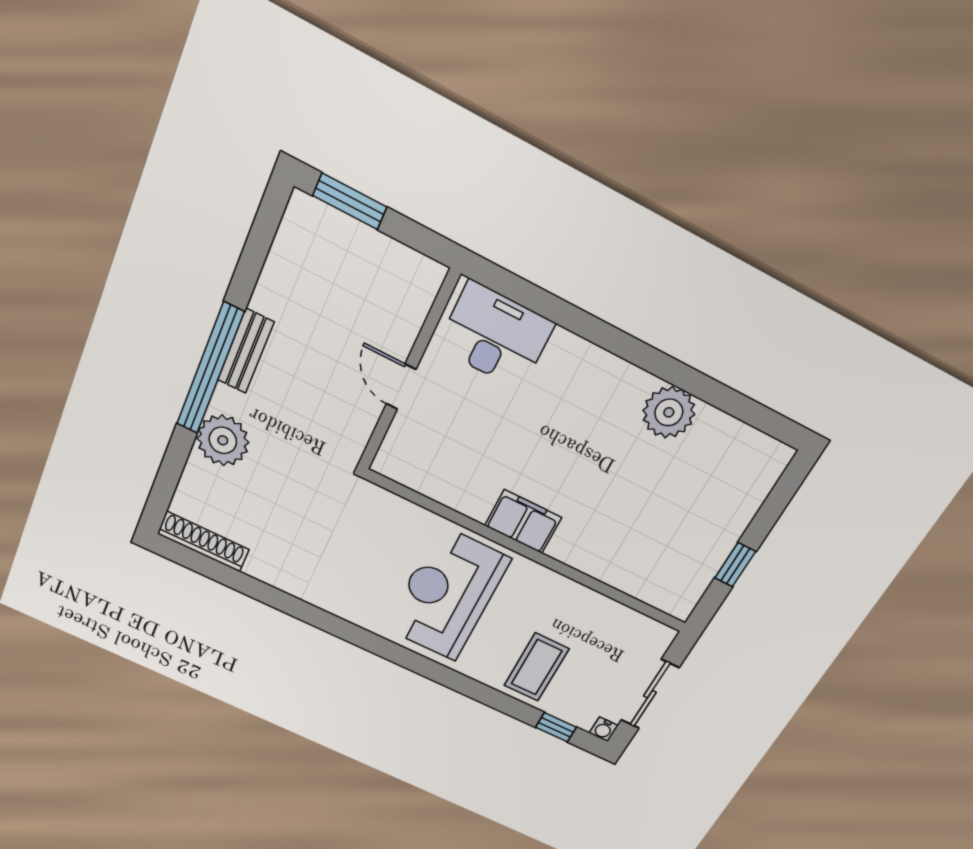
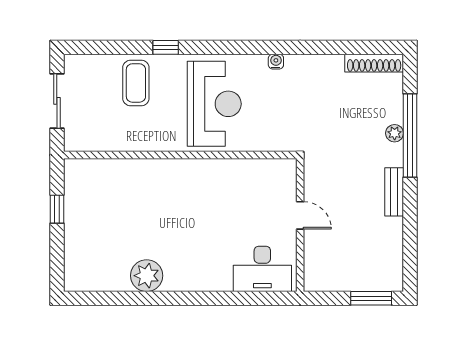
window: (210, 369) -> (410, 136), moved
plant: (223, 440) -> (395, 133), width x0.53, depth x0.53
filing cabinet: (523, 522) -> (193, 172), removed
window: (556, 727) -> (166, 47), moved
water cooler: (604, 729) -> (276, 62), moved

